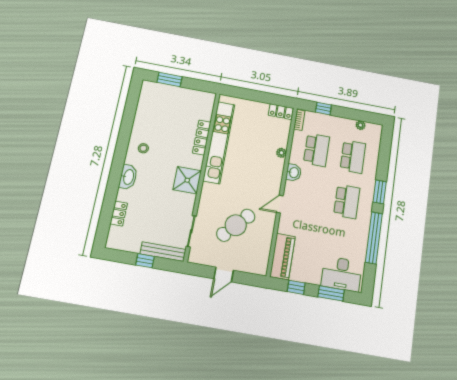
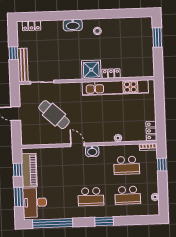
locker: (202, 138) -> (111, 74), width x0.66
washbasin: (294, 173) -> (92, 151), moved
shower: (187, 180) -> (91, 70), moved
locker: (119, 214) -> (31, 26), moved
window: (374, 238) -> (53, 223), moved
piano: (282, 257) -> (29, 170), moved, turned -90

